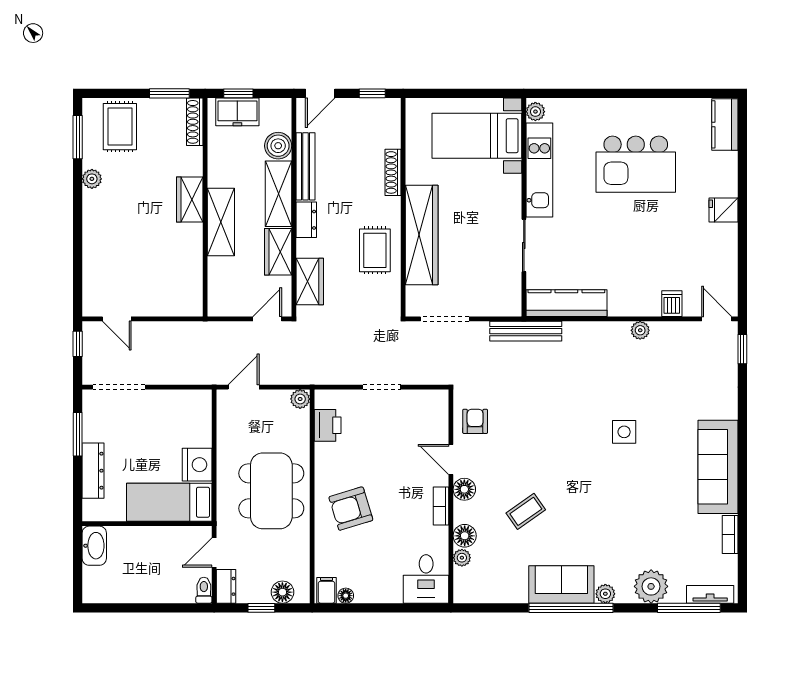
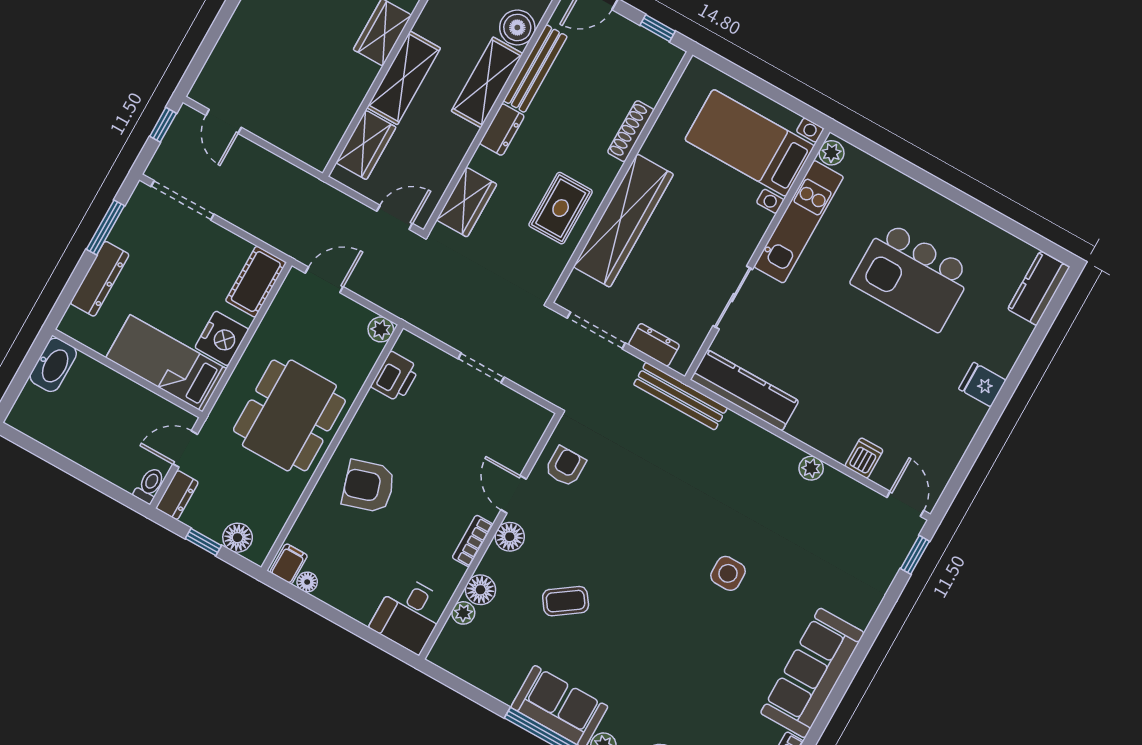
wardrobe: (278, 252) -> (366, 145), moved, turned 180
dresser: (489, 307) -> (654, 345), added
cot: (199, 414) -> (256, 282), added

